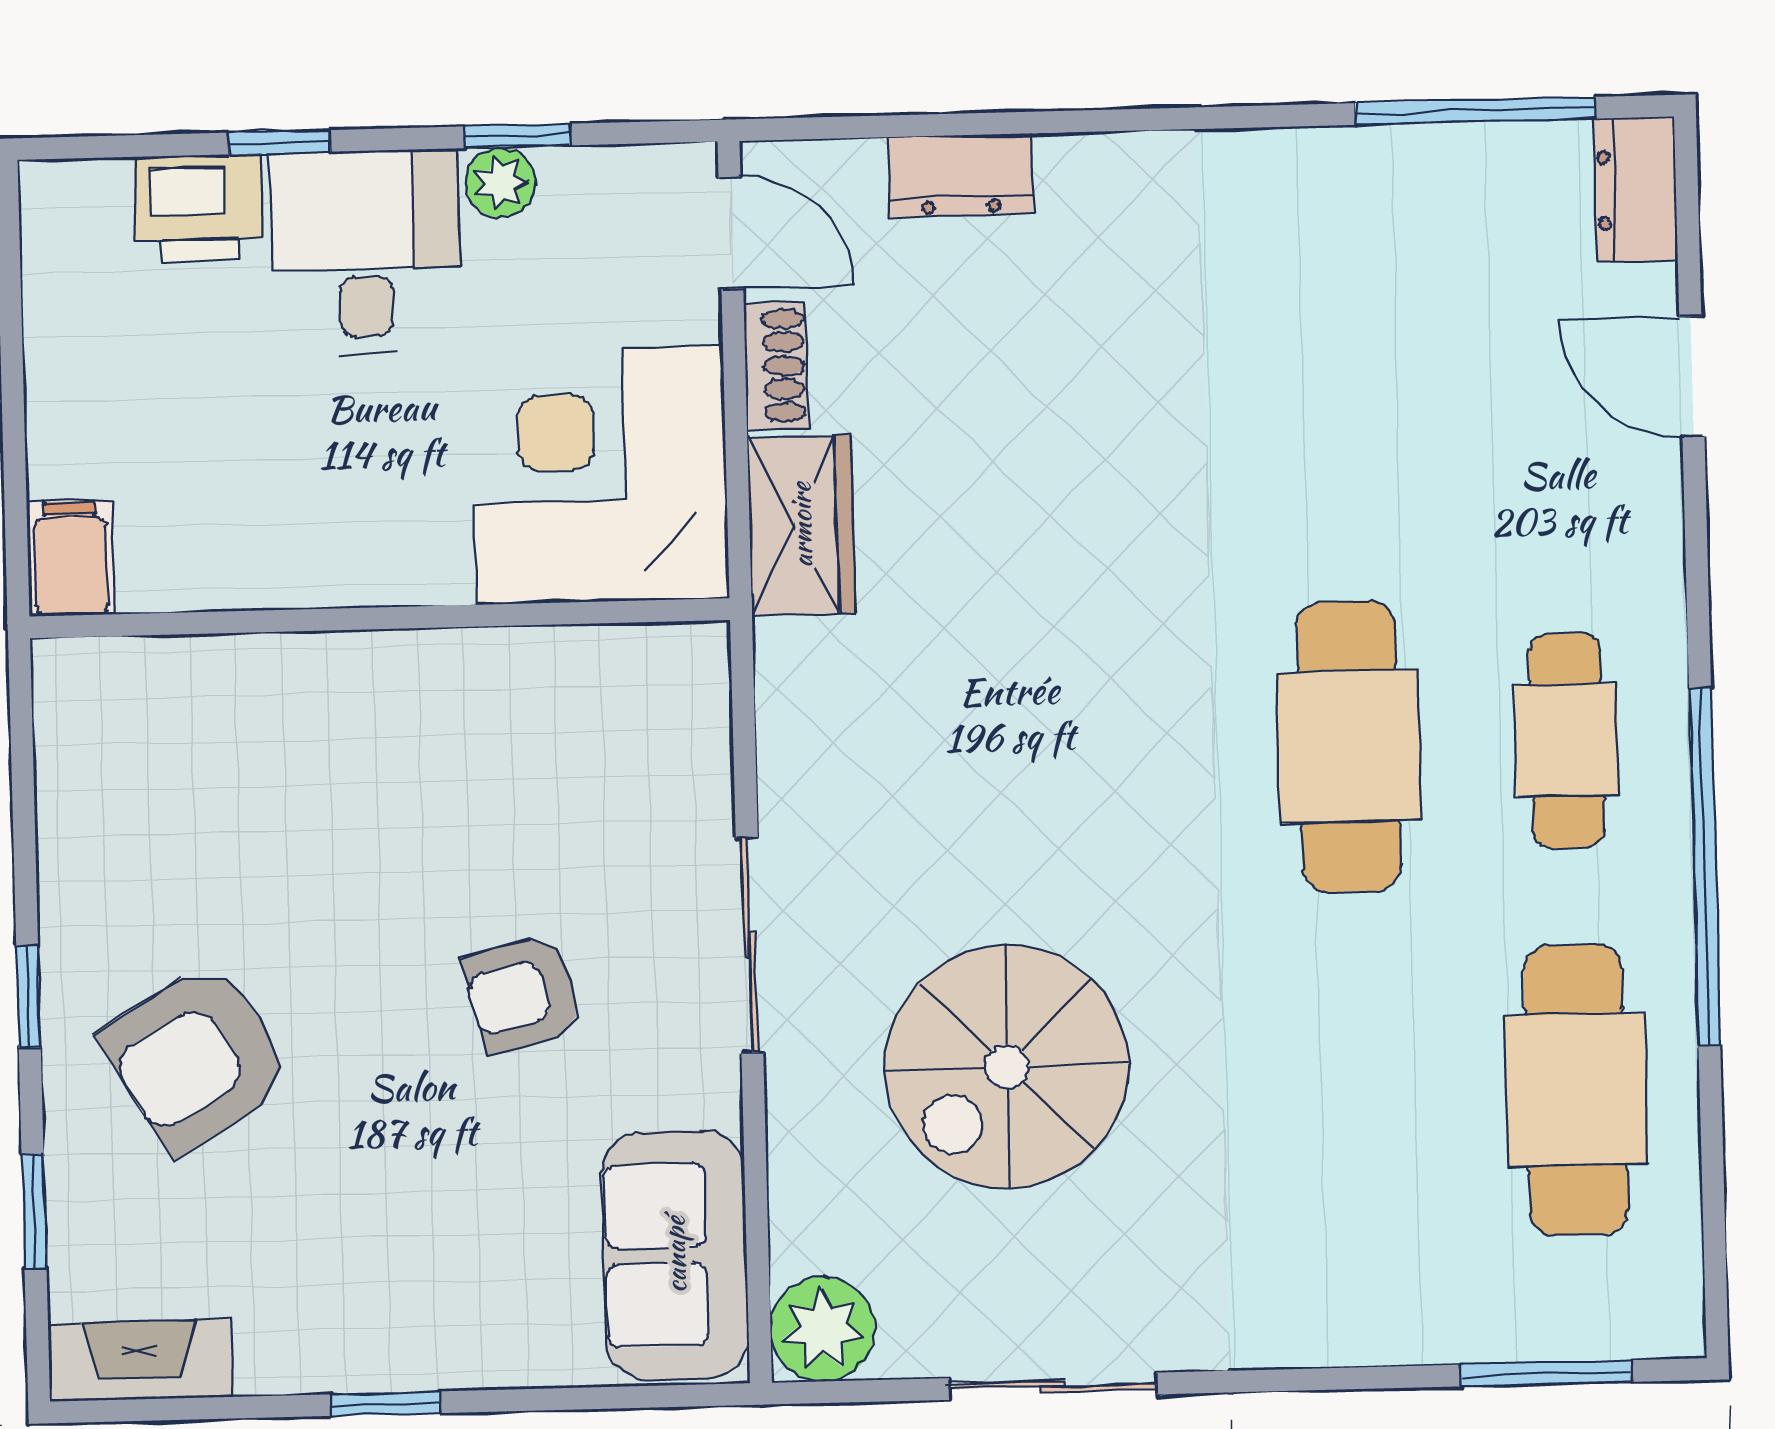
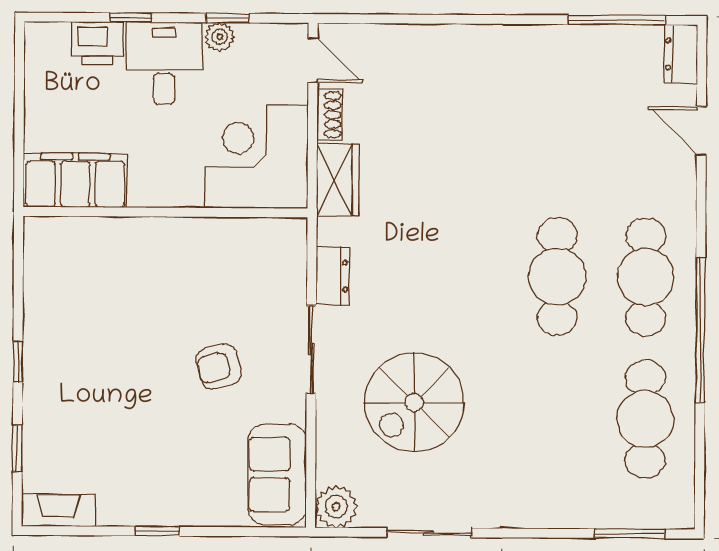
dresser: (960, 175) -> (332, 276), moved, turned -90
filing cabinet: (70, 559) -> (75, 180), width x3.00, depth x1.17
cafe table: (1567, 741) -> (646, 277), width x1.37, depth x1.35
armchair: (197, 1058) -> (86, 388), removed

